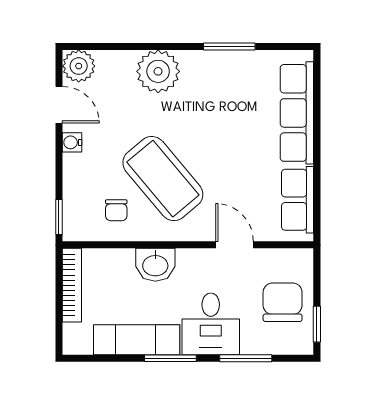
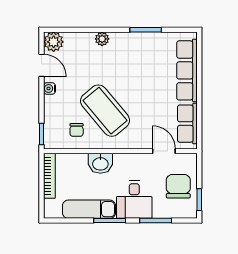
plant: (158, 71) -> (102, 39), width x0.53, depth x0.53
door: (234, 245) -> (164, 151), moved

